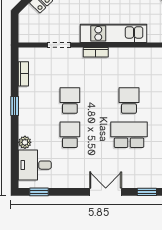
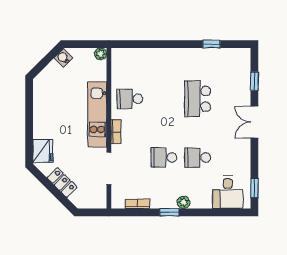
doorway: (59, 45) -> (109, 168), width x1.38
school desk: (129, 101) -> (130, 99), moved
plant: (25, 142) -> (183, 202), moved

